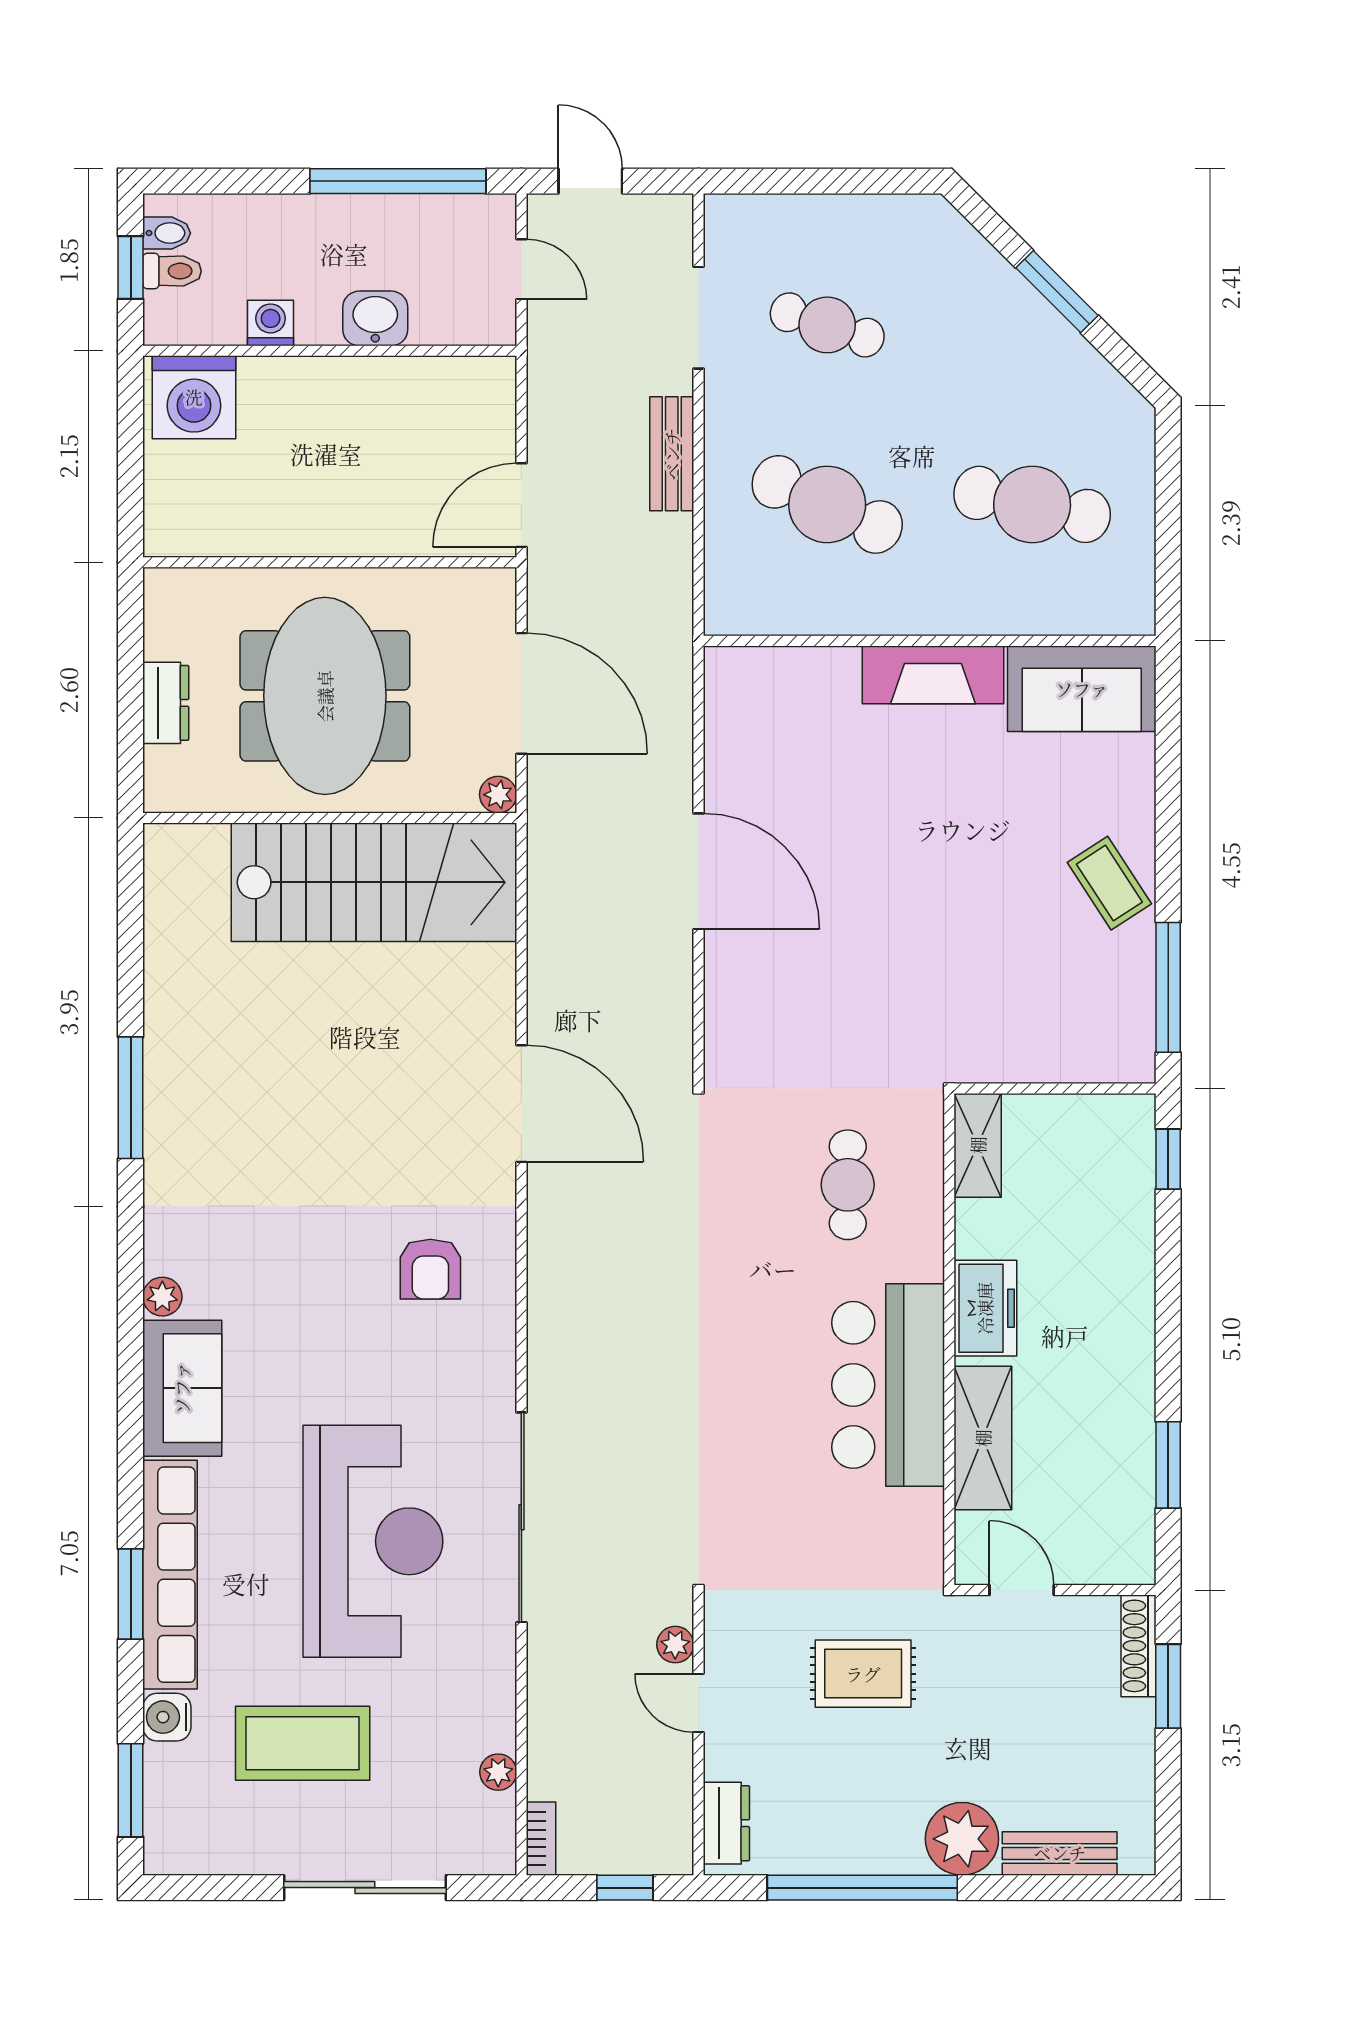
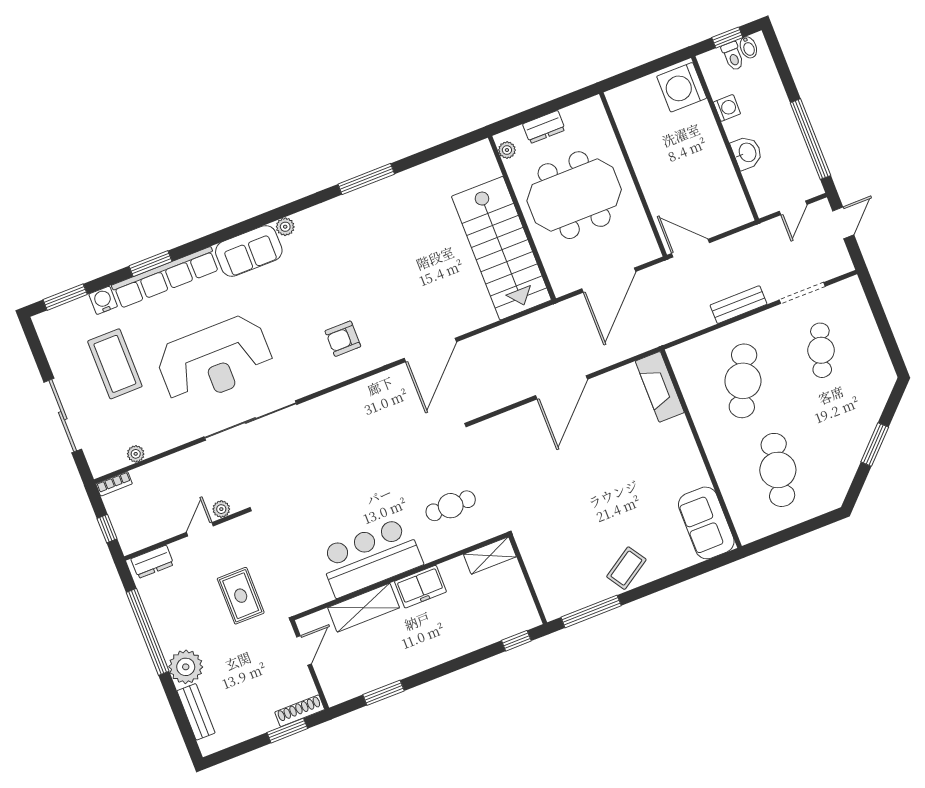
fireplace: (933, 675) -> (660, 387), moved
plant: (498, 795) -> (507, 150), moved

